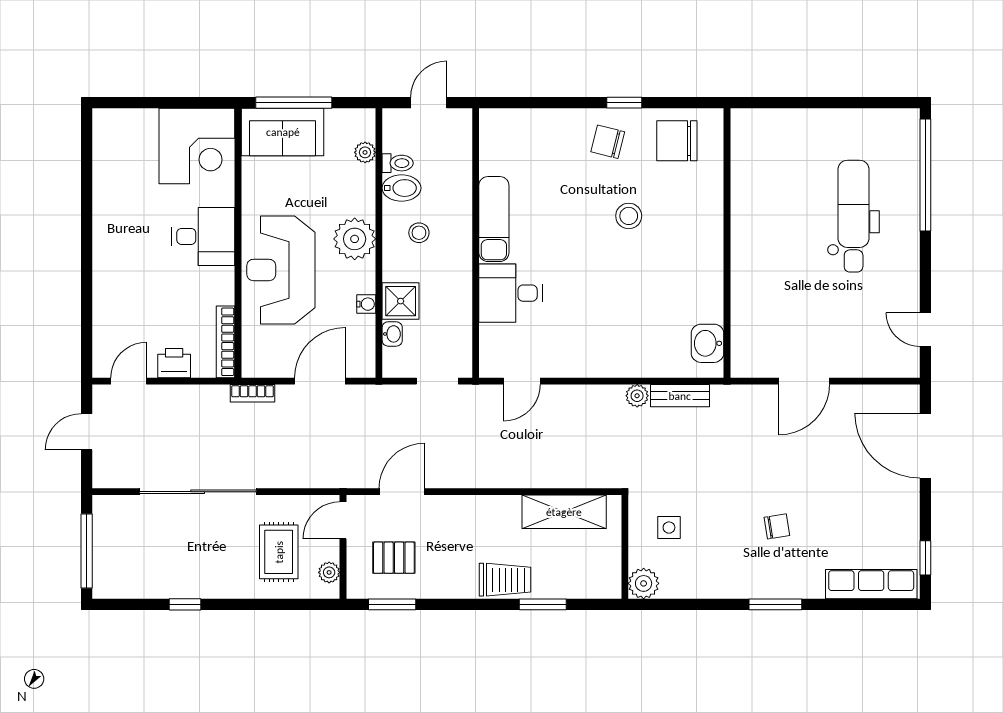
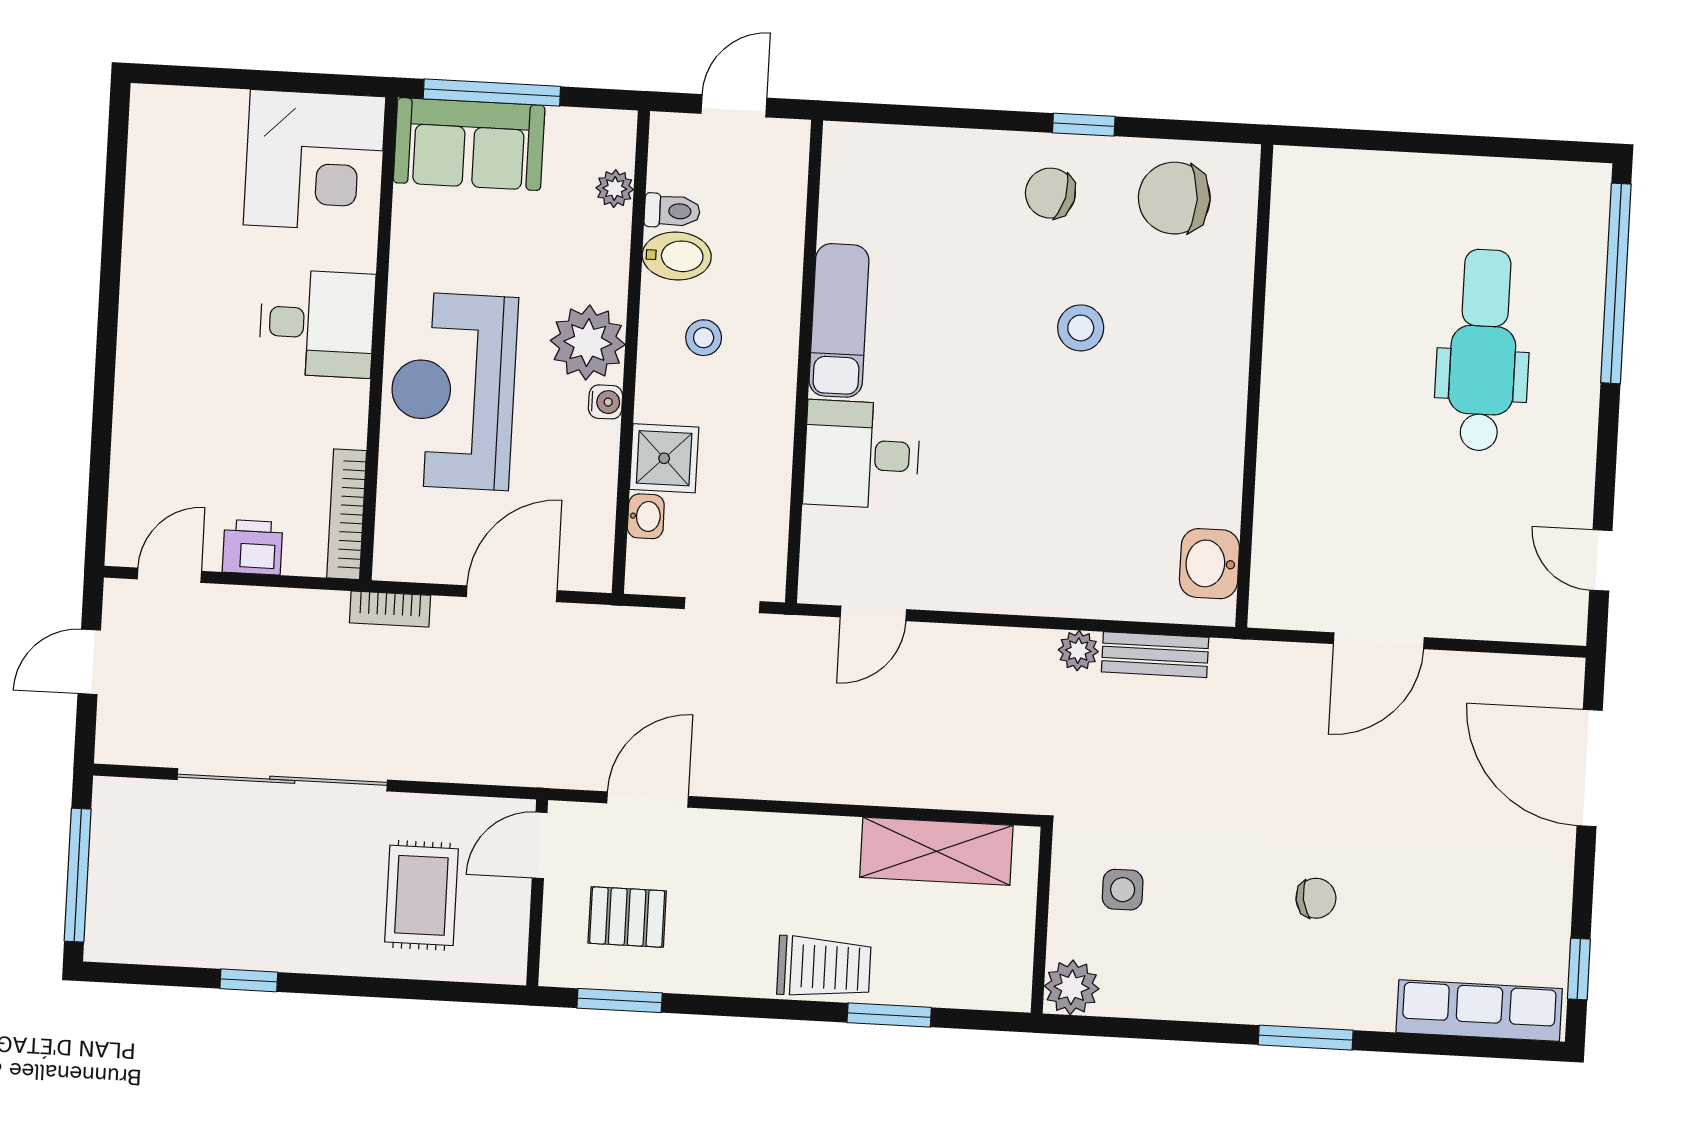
water cooler: (366, 304) -> (606, 402), moved
plant: (329, 572) -> (510, 937), removed

